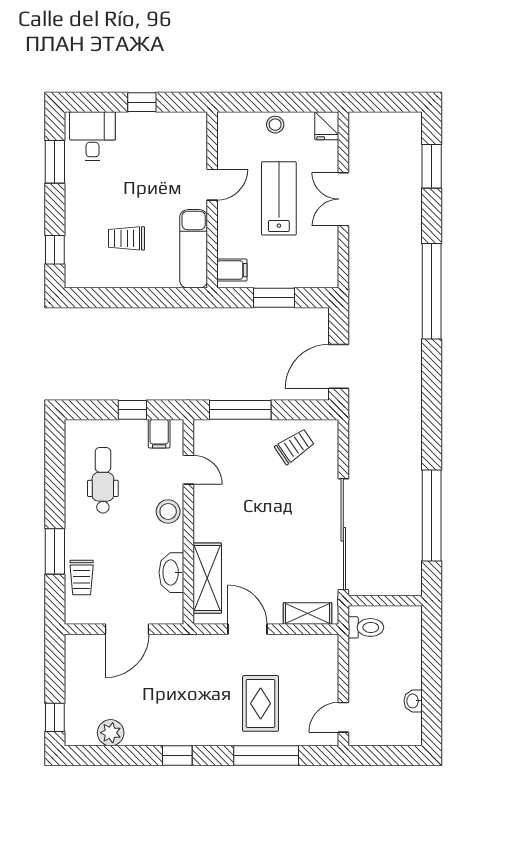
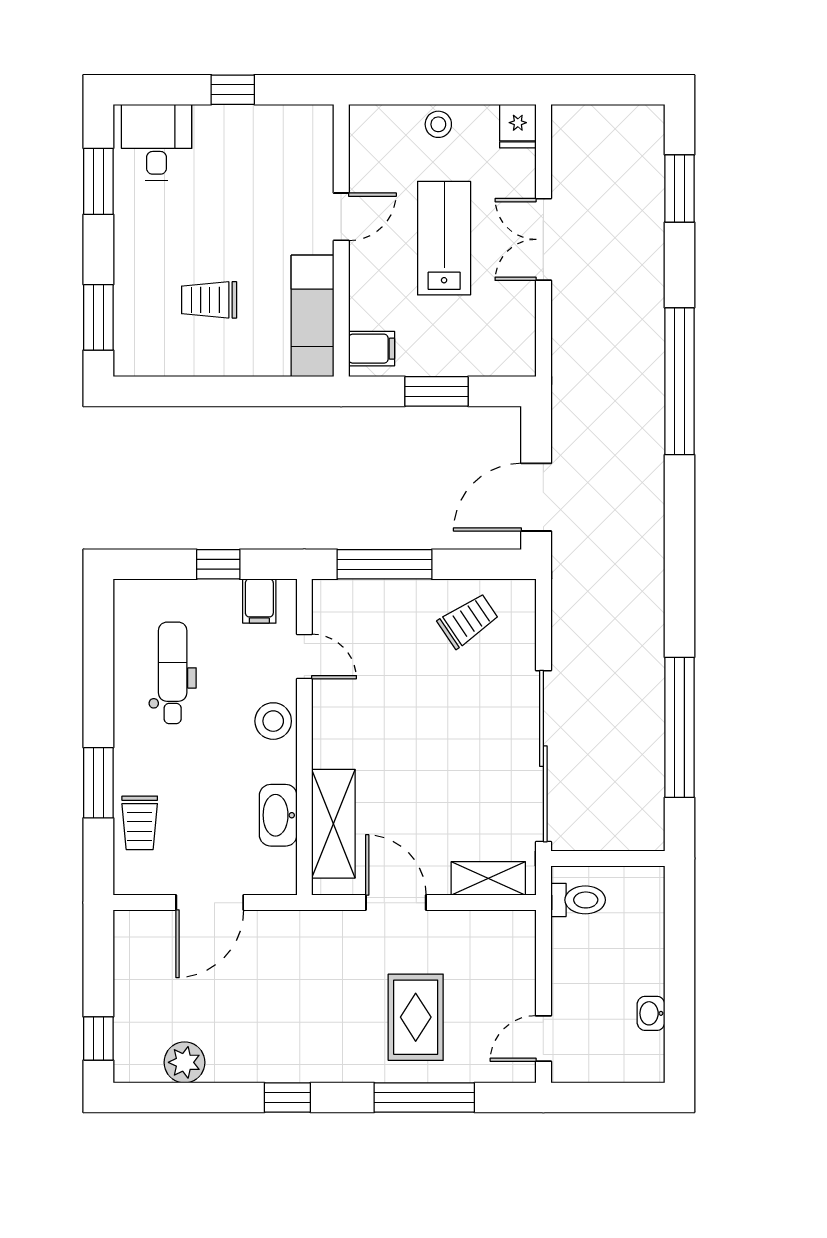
window: (55, 250) -> (98, 317), width x1.50

